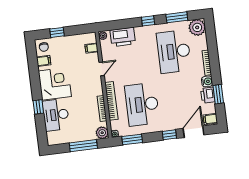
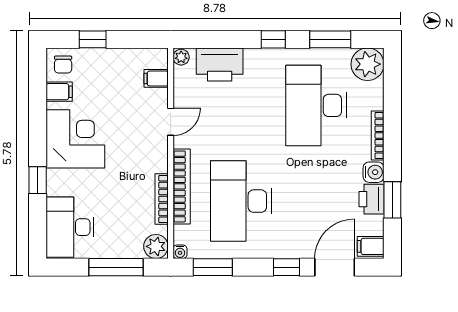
desk: (56, 115) -> (70, 227), moved

